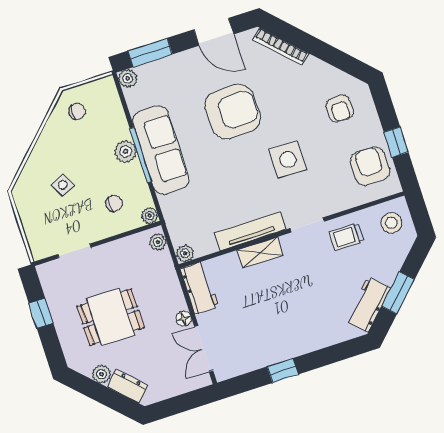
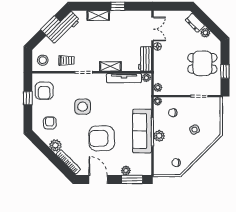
plant: (315, 70) -> (55, 145), added
plant: (128, 78) -> (126, 171), moved
tv unit: (250, 231) -> (124, 78), moved
workbench: (368, 304) -> (63, 28), width x1.38
dining table: (110, 317) -> (202, 63), moved
shelving: (314, 341) -> (98, 16), added

